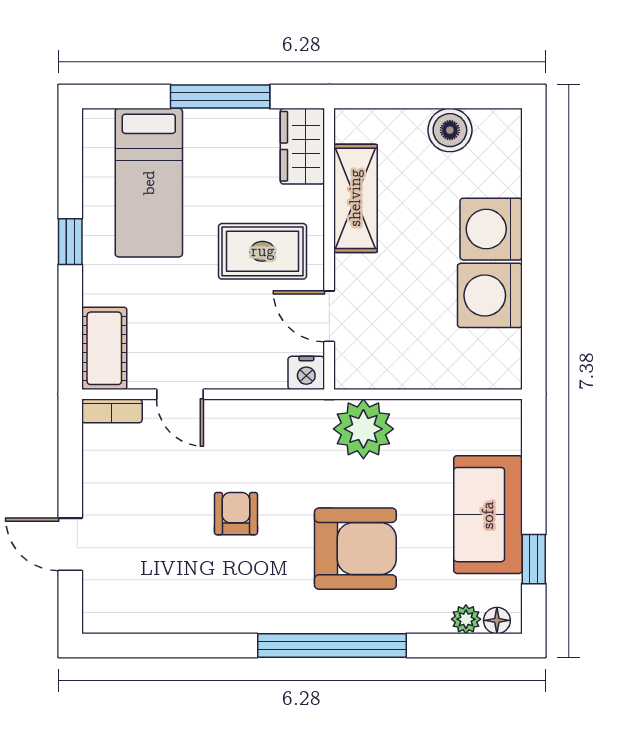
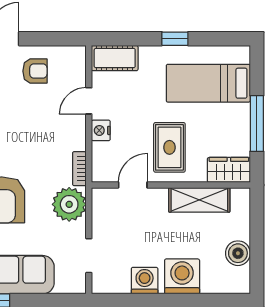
washing machine: (490, 295) -> (145, 281), width x0.73, depth x0.73
nightstand: (306, 373) -> (101, 130), moved
doorway: (454, 394) -> (89, 256), added
bookcase: (112, 411) -> (79, 169), moved
armchair: (236, 514) -> (35, 71), moved

